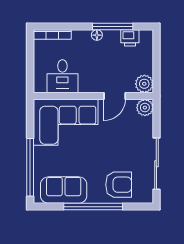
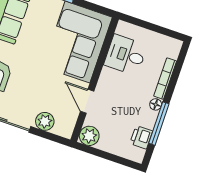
bookcase: (52, 35) -> (165, 79), moved
plant: (145, 108) -> (45, 121), moved

